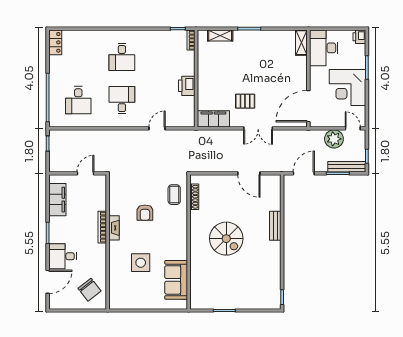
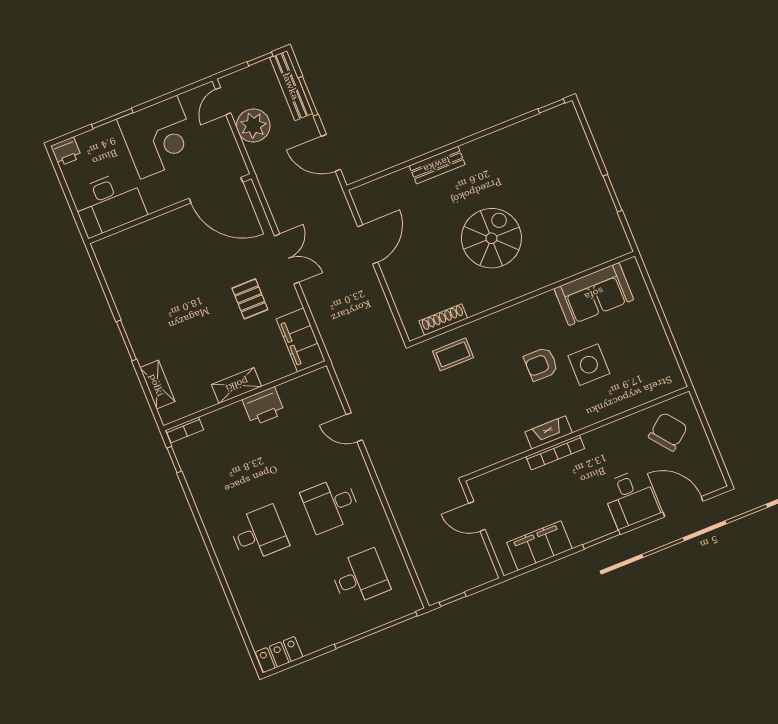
shelving: (301, 43) -> (237, 385), moved
armchair: (145, 213) -> (541, 364), moved, turned 180

